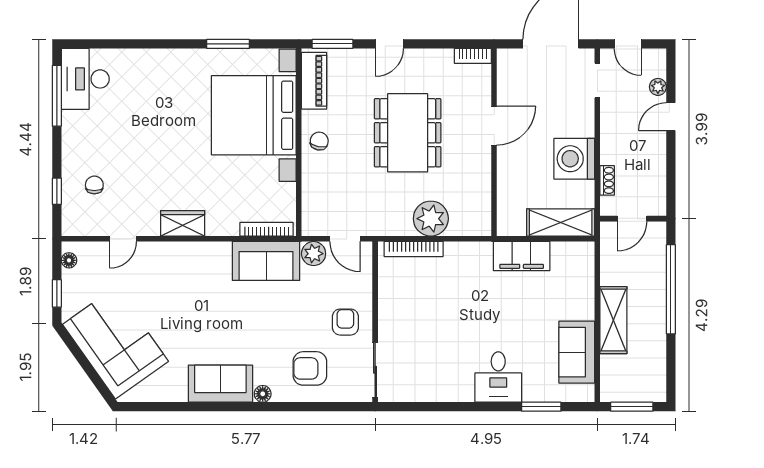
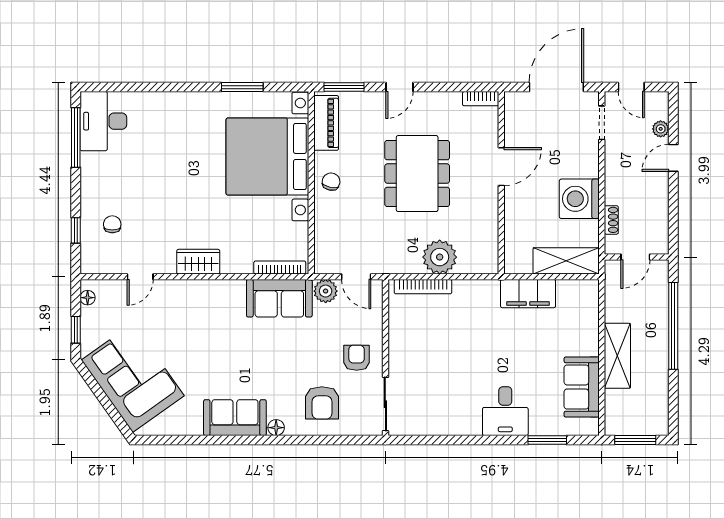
armchair: (310, 368) -> (322, 403), turned -90

